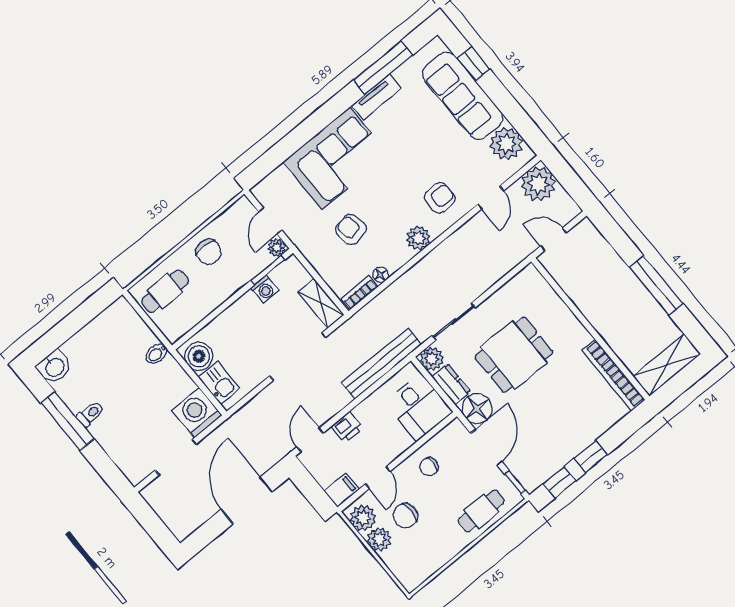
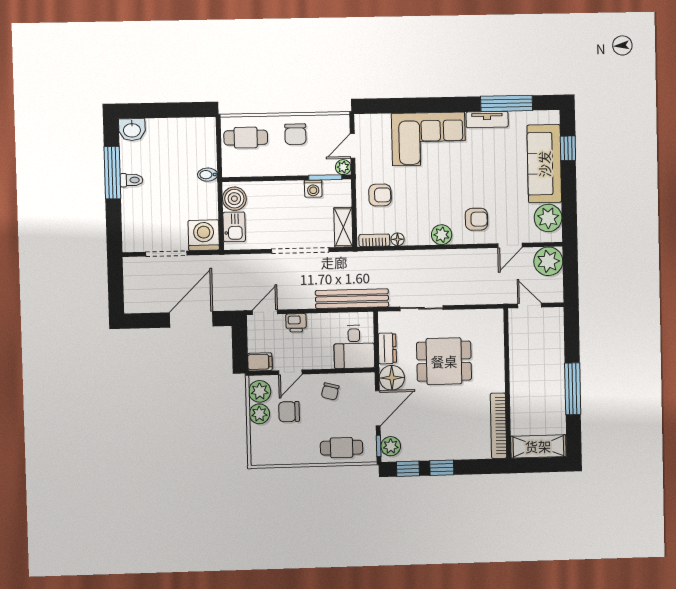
armchair: (351, 229) -> (380, 195), moved, turned 102
plant: (432, 359) -> (391, 446), moved
chair: (429, 467) -> (330, 391), turned -75

